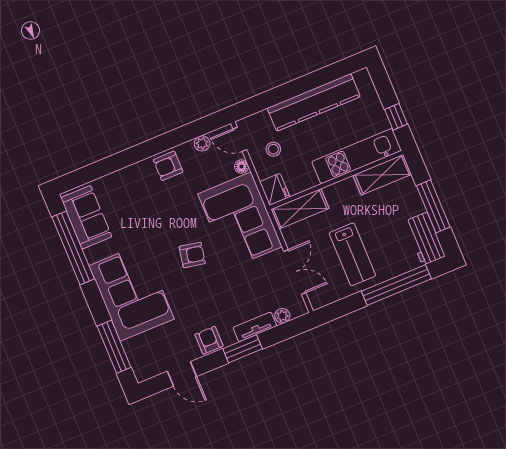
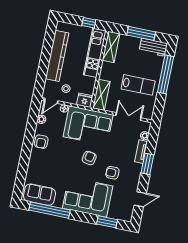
armchair: (209, 340) -> (112, 173), moved
window: (114, 347) -> (107, 222), width x0.69

